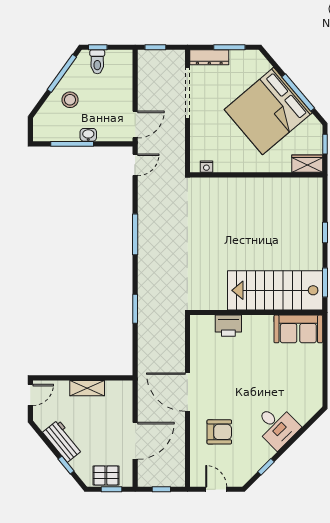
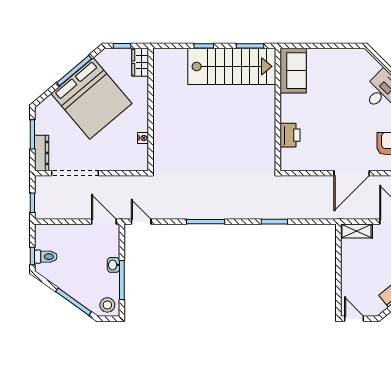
window: (62, 73) -> (73, 302), moved
stool: (70, 100) -> (107, 305), moved
nightstand: (206, 167) -> (143, 138), moved
stairs: (275, 290) -> (232, 66), moved, turned -90
shelving: (87, 388) -> (357, 231), moved, turned 90

